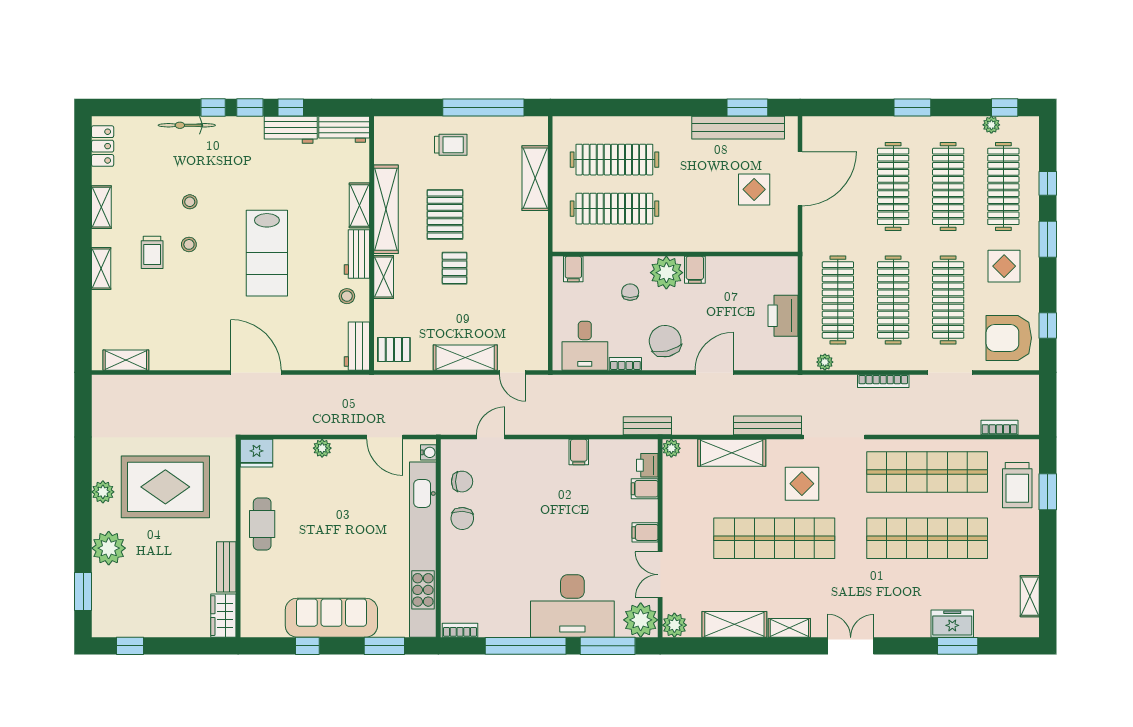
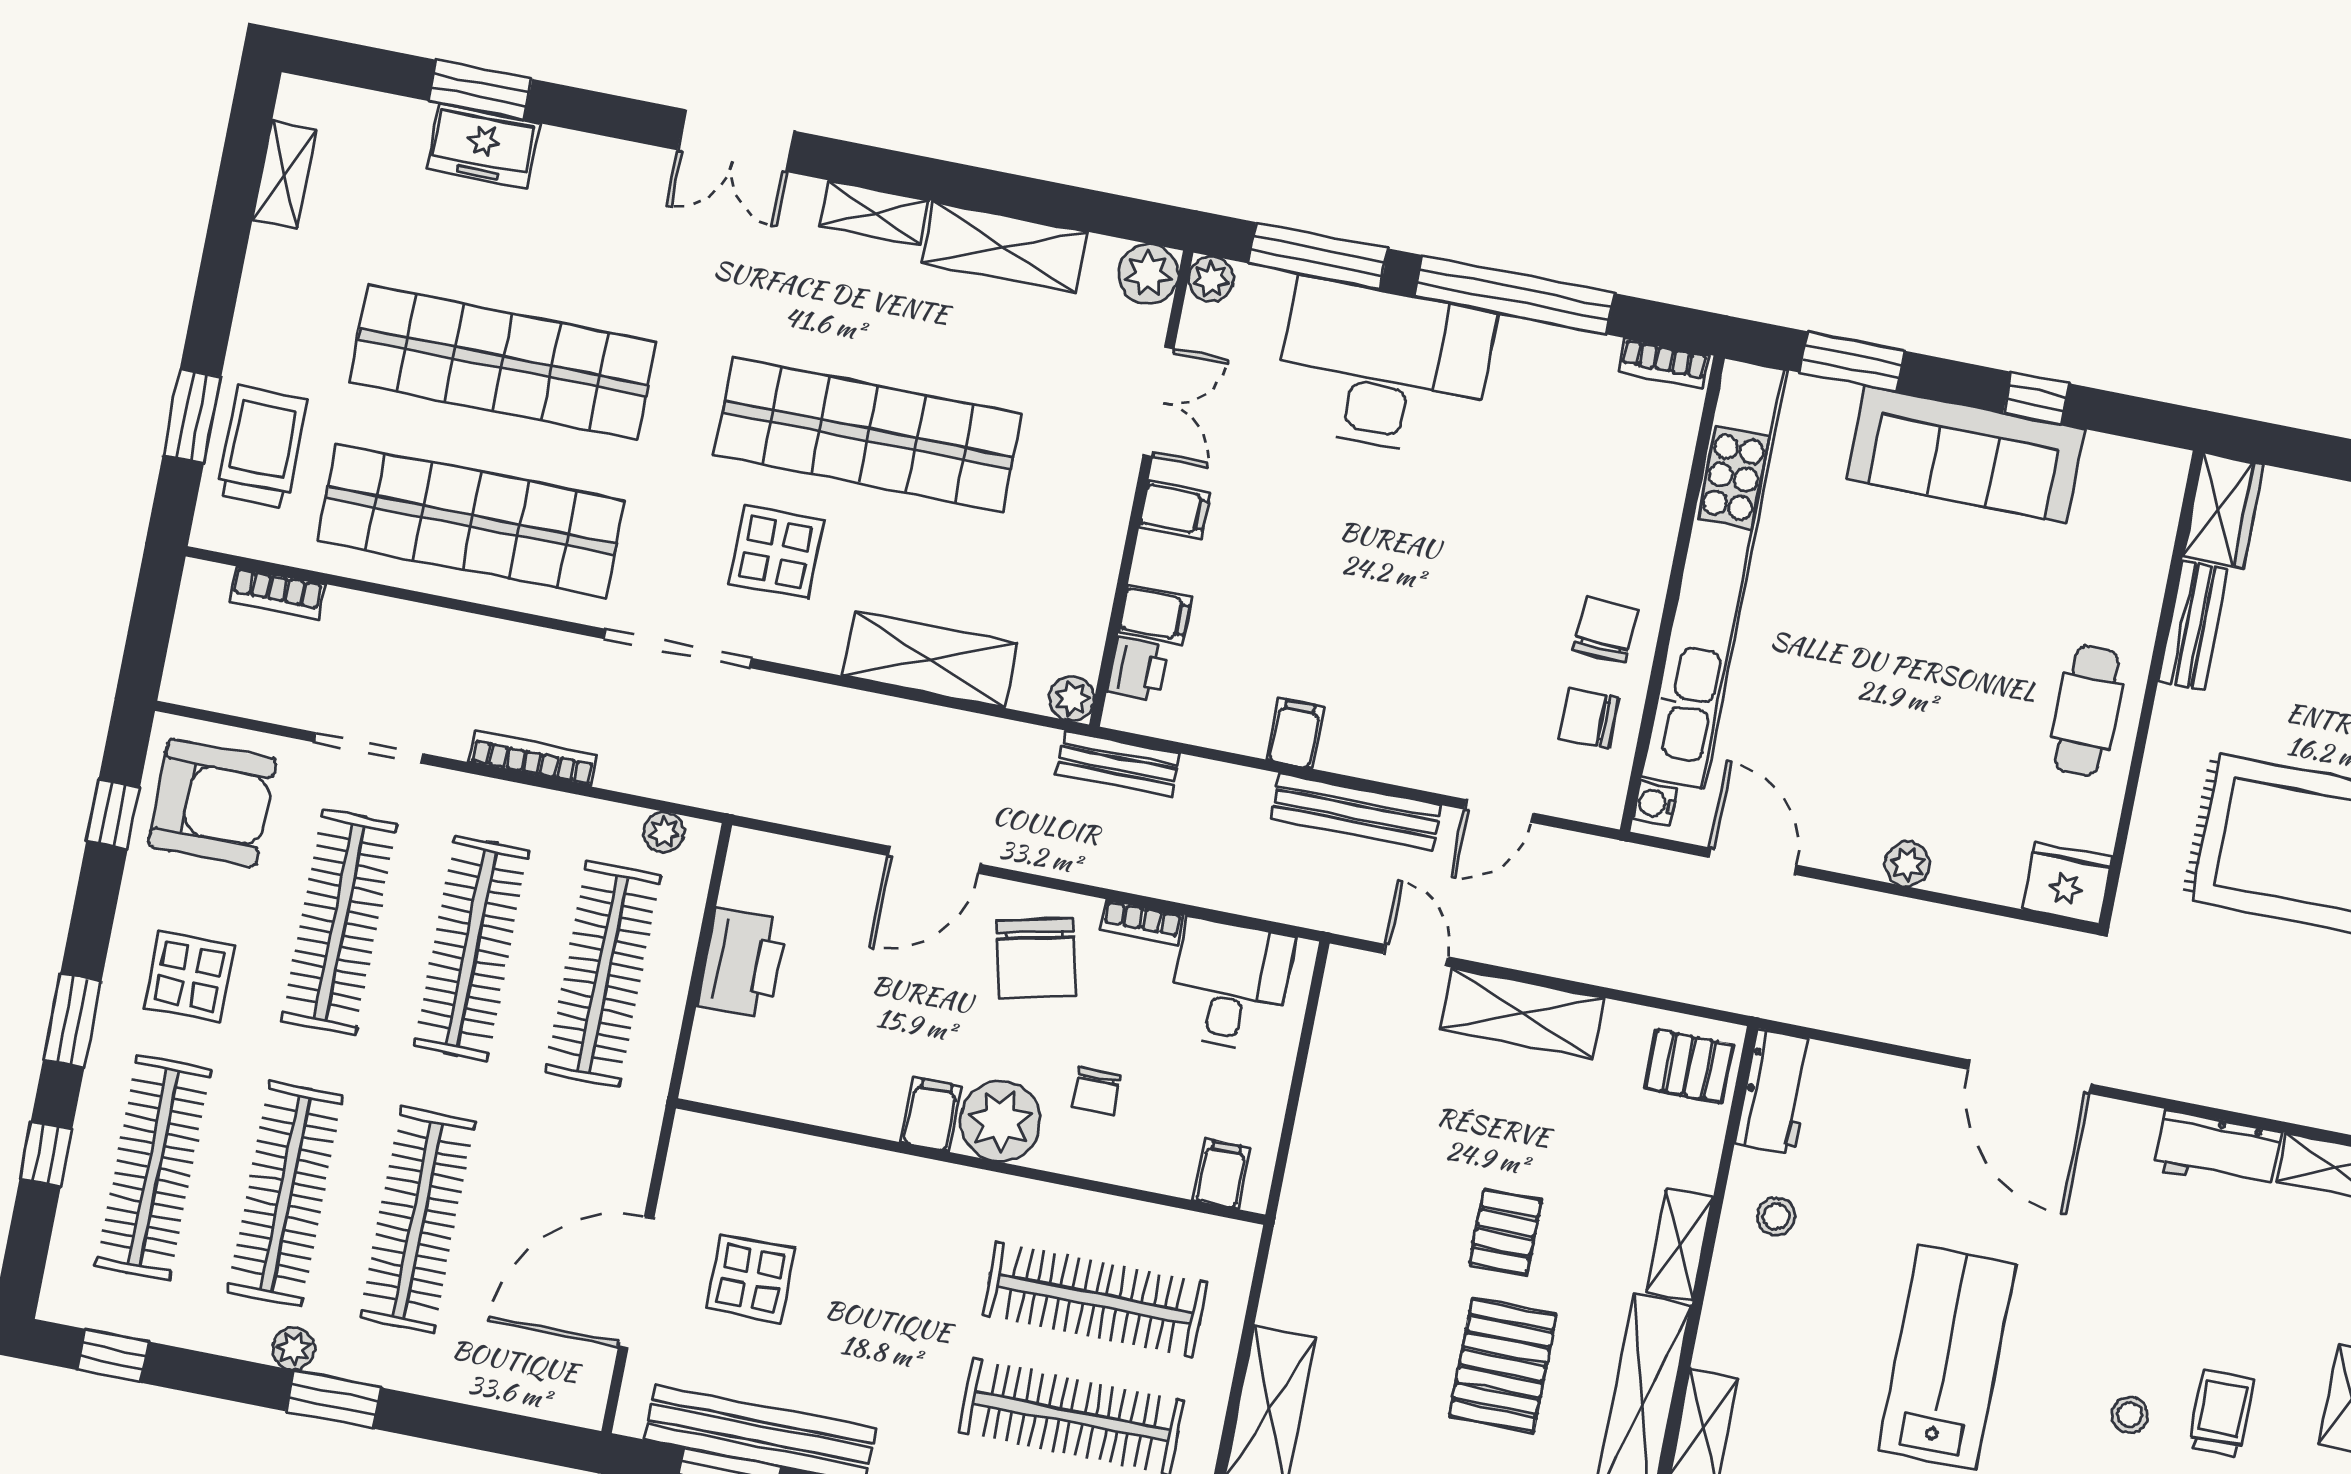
plant: (991, 125) -> (294, 1349), moved
workbench: (357, 254) -> (2218, 1151), moved, turned 90
bench: (767, 425) -> (1356, 812), moved
plant: (641, 620) -> (1211, 279), width x0.53, depth x0.53

